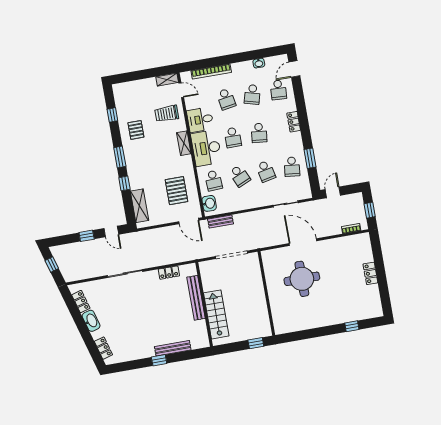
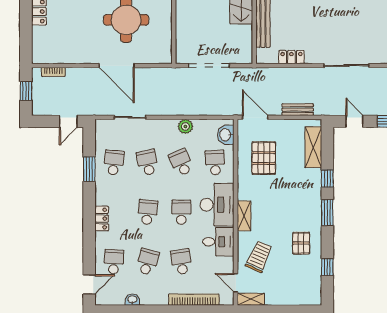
trolley: (167, 114) -> (259, 257), turned -66
plant: (241, 204) -> (185, 126), added
bench: (221, 222) -> (298, 110), moved

